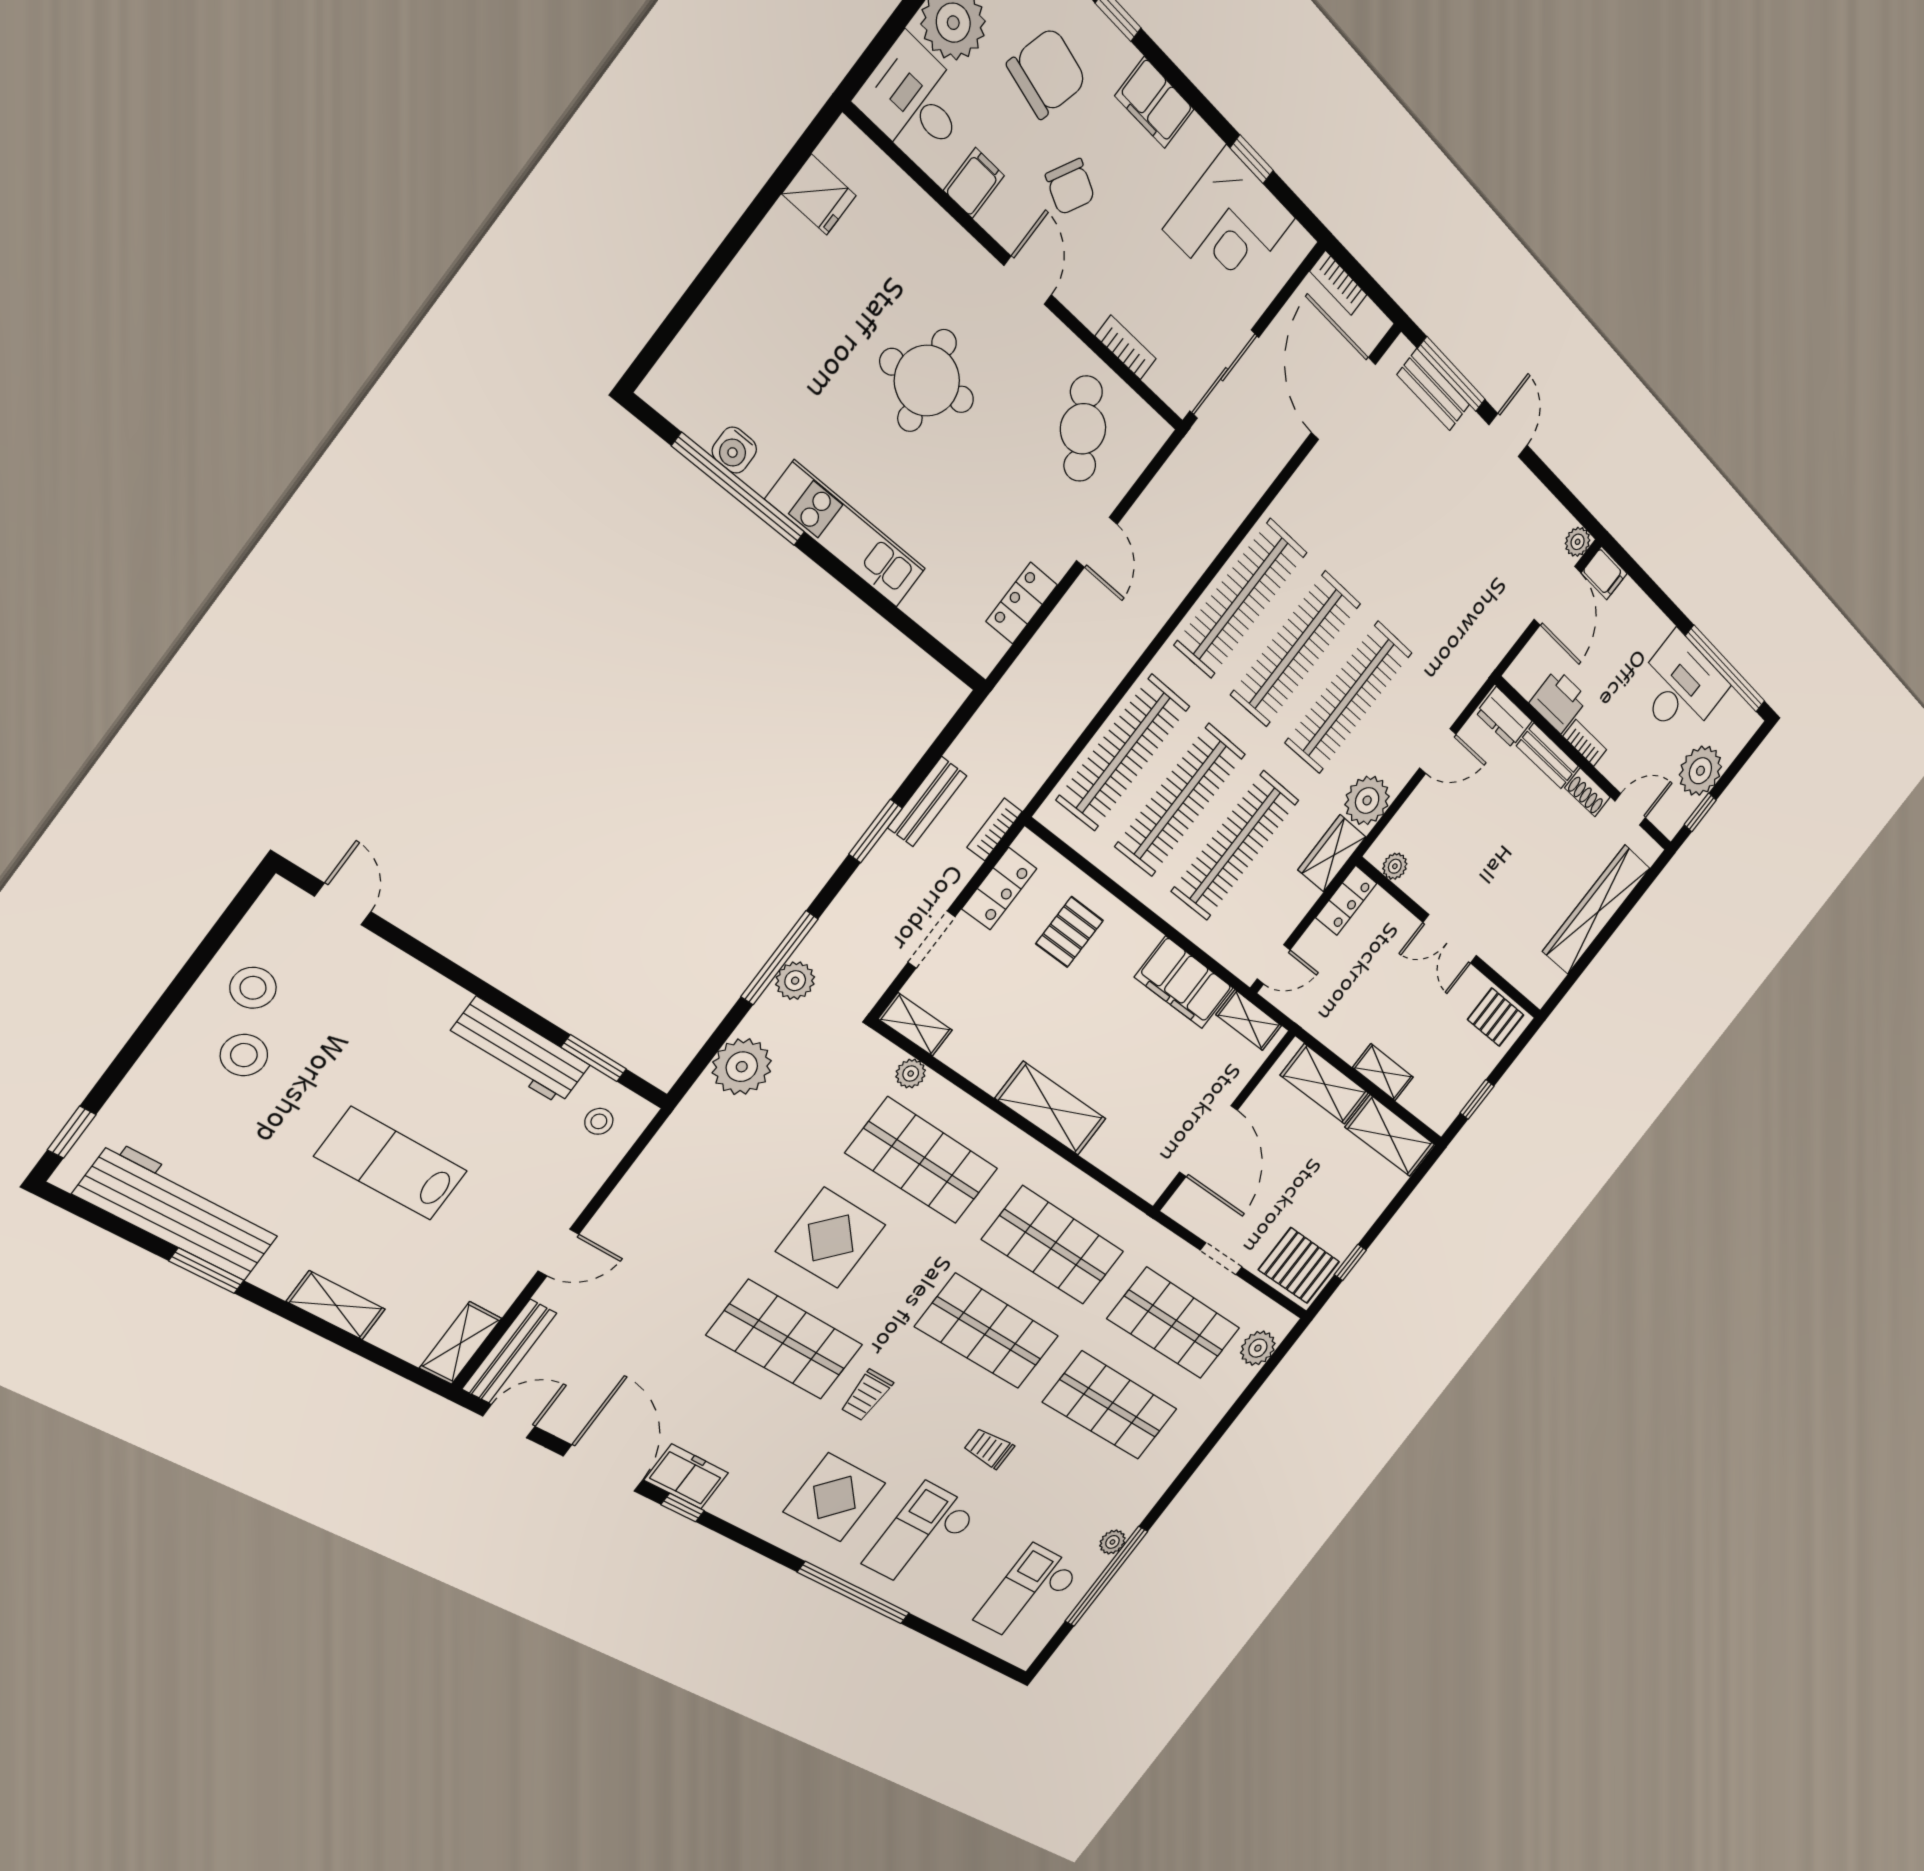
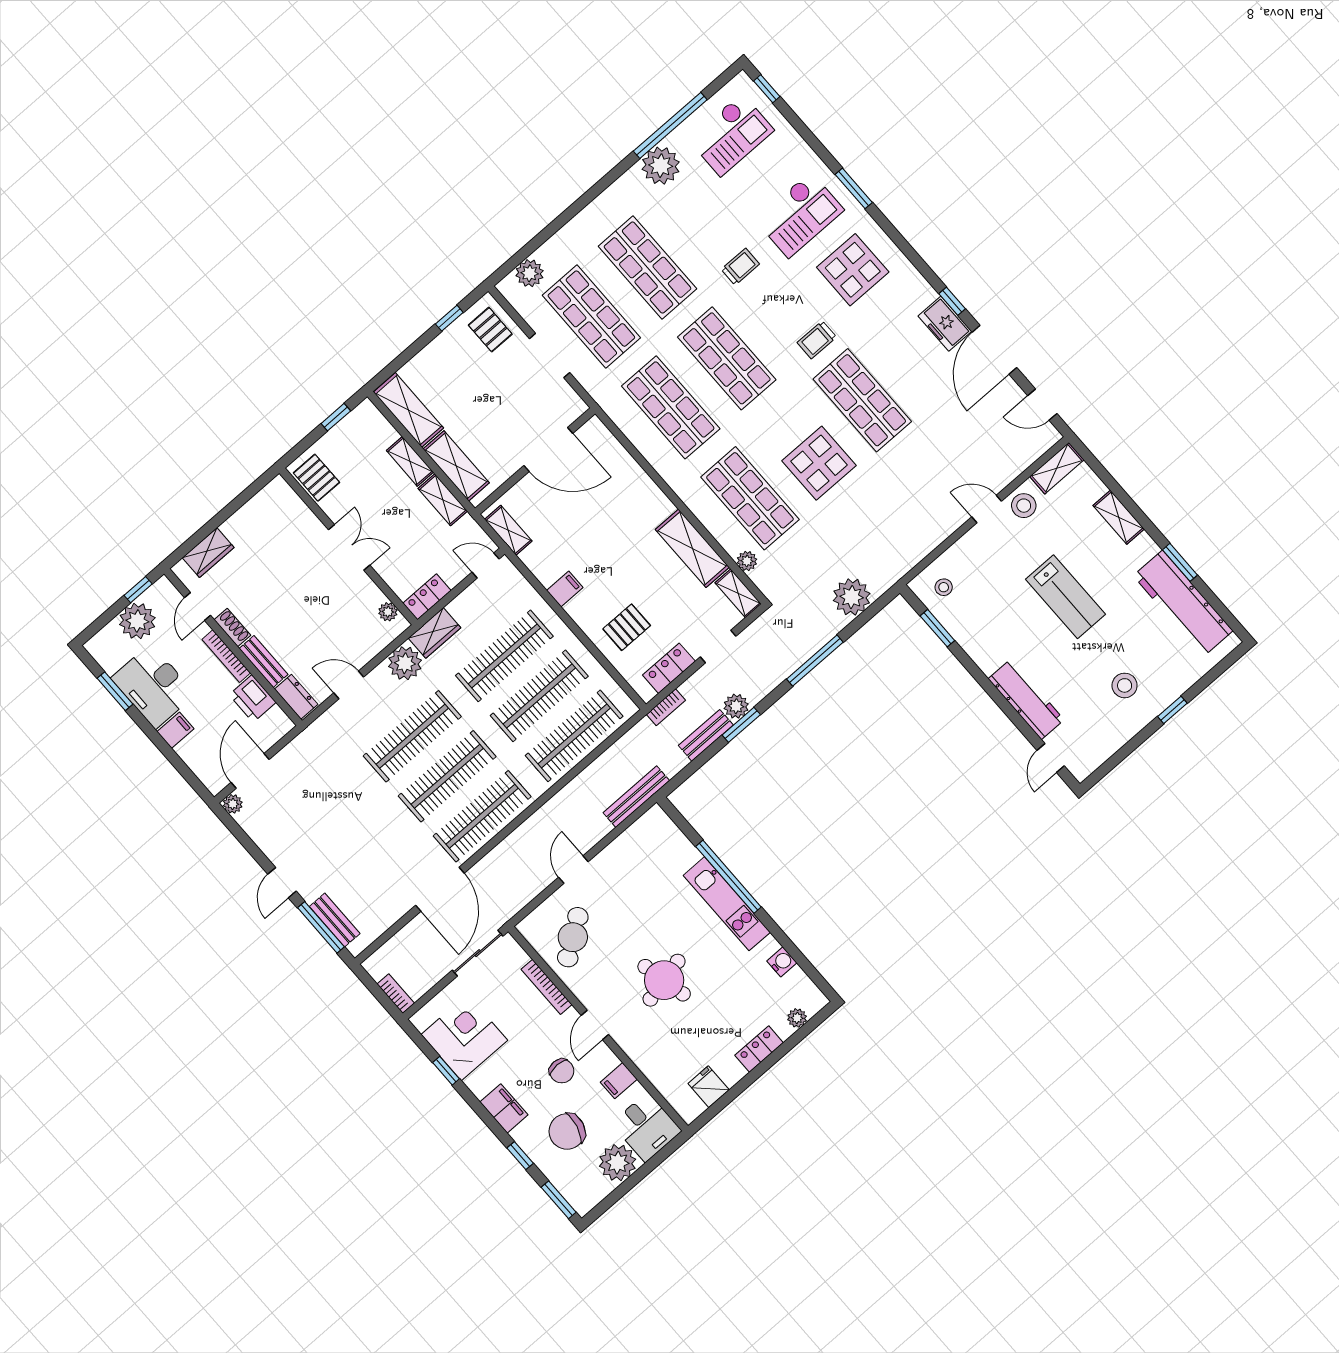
chair: (1070, 187) -> (562, 1071), turned 153
bookcase: (1126, 347) -> (547, 987), width x1.56
plant: (687, 351) -> (797, 1018), added
door: (1343, 399) -> (440, 889), moved
window: (739, 490) -> (728, 877), moved
filing cabinet: (1604, 573) -> (175, 730), moved, turned 90
locker: (1022, 603) -> (759, 1049), moved, turned 180
window: (1725, 669) -> (115, 691), width x0.47
bookcase: (1585, 743) -> (226, 656), width x1.56
door: (1630, 809) -> (198, 606), hinge flipped
wardrobe: (1596, 910) -> (208, 553), width x0.48, depth x0.85
plant: (795, 981) -> (736, 706), moved
filing cabinet: (1184, 983) -> (565, 589), width x0.33, depth x0.86
stool: (253, 988) -> (1024, 506), moved
shelving: (1337, 1035) -> (443, 500), added
workbench: (519, 1051) -> (1026, 699), moved
shelving: (1051, 1109) -> (692, 548), moved
window: (72, 1132) -> (1172, 710), moved
door: (1208, 1141) -> (548, 450), swing flipped
doorway: (1221, 1259) -> (550, 356), width x1.38
pallet: (1299, 1266) -> (490, 330), width x0.67, depth x0.71
bench: (509, 1351) -> (636, 797), moved
trolley: (867, 1395) -> (817, 340), turned 180
trolley: (989, 1448) -> (740, 267), turned -90
plant: (1112, 1542) -> (661, 166), width x1.88, depth x1.88
window: (854, 1593) -> (854, 188), width x0.47
window: (991, 1661) -> (767, 89), added

